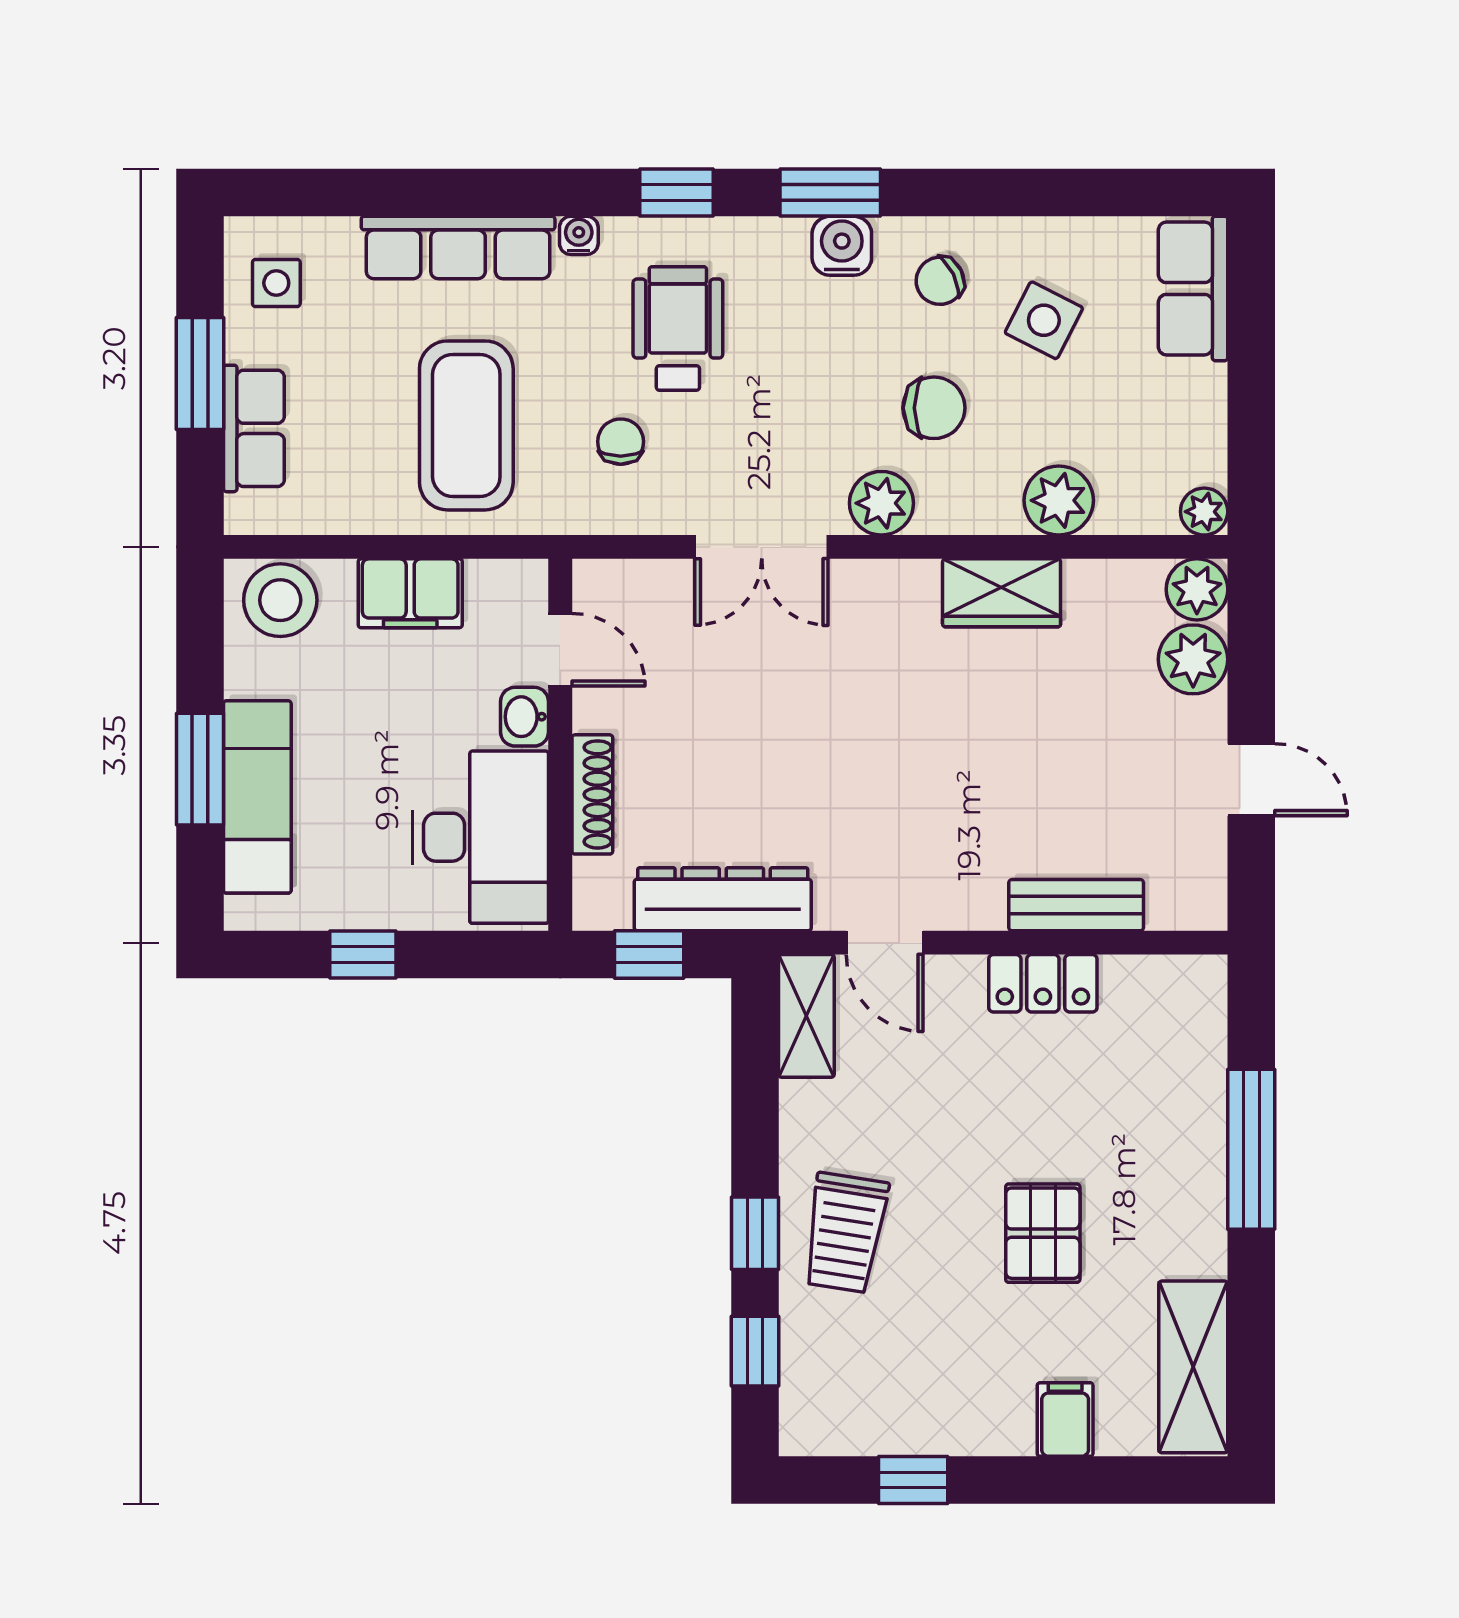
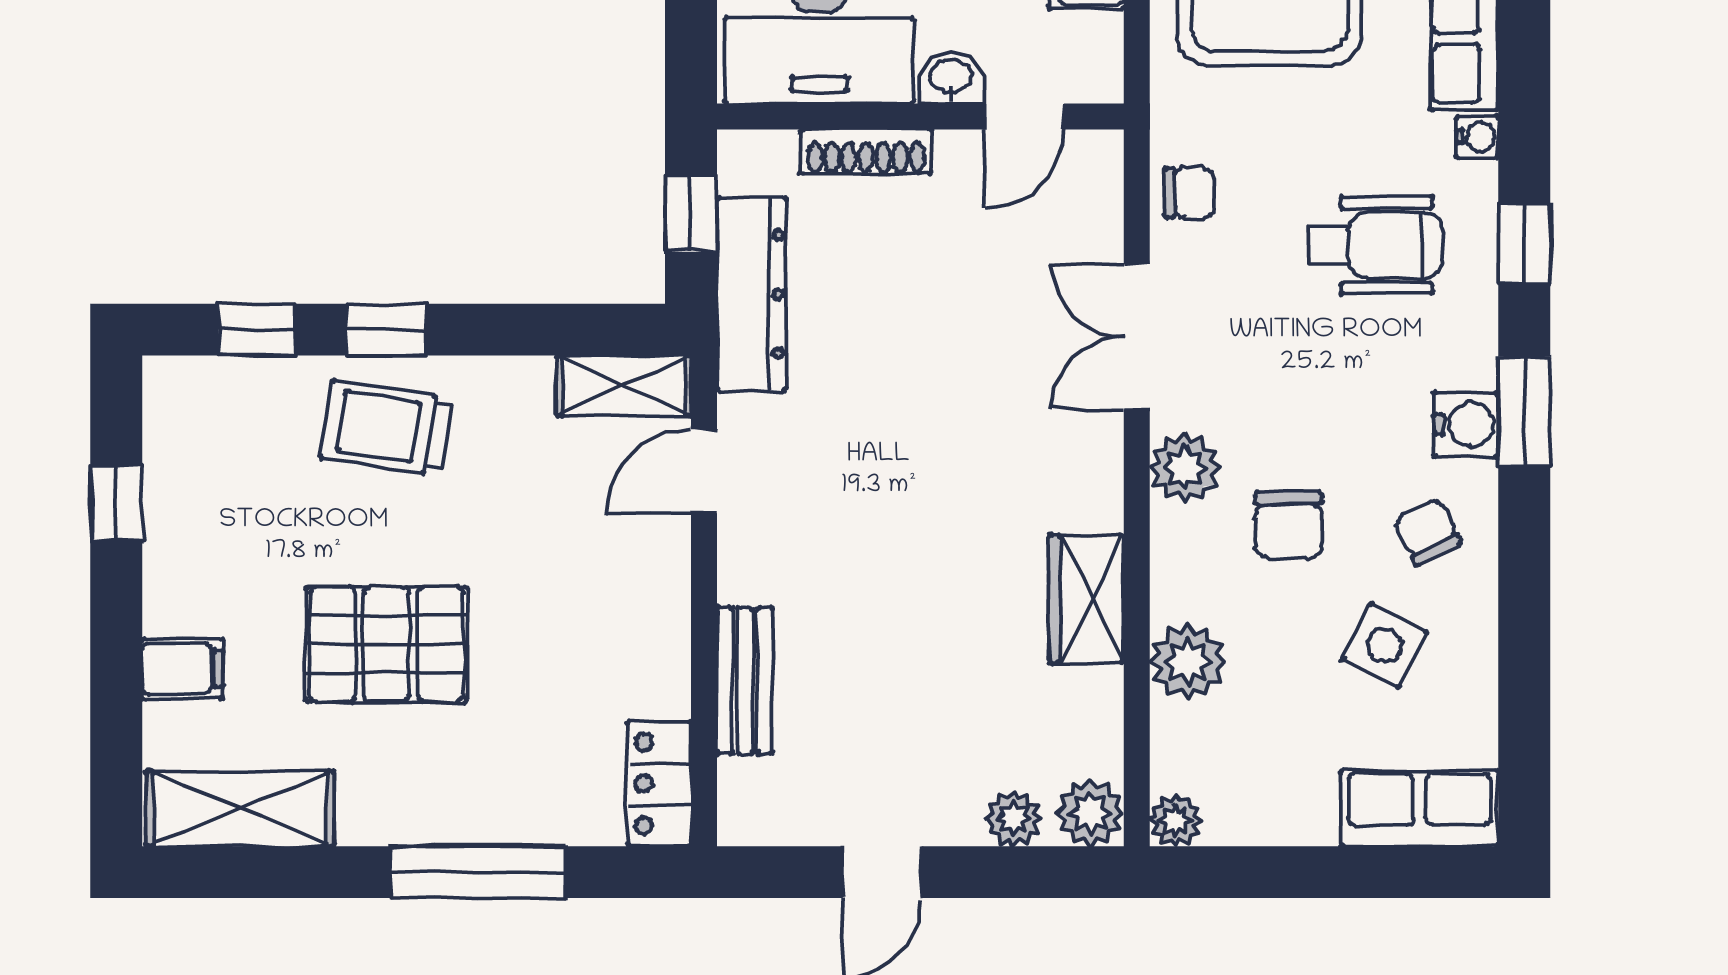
chair: (621, 442) -> (1189, 193), moved
plant: (1193, 659) -> (1014, 819), width x0.73, depth x0.73
locker: (1043, 983) -> (660, 784), moved
pallet: (1043, 1233) -> (386, 644), width x1.50, depth x1.42

